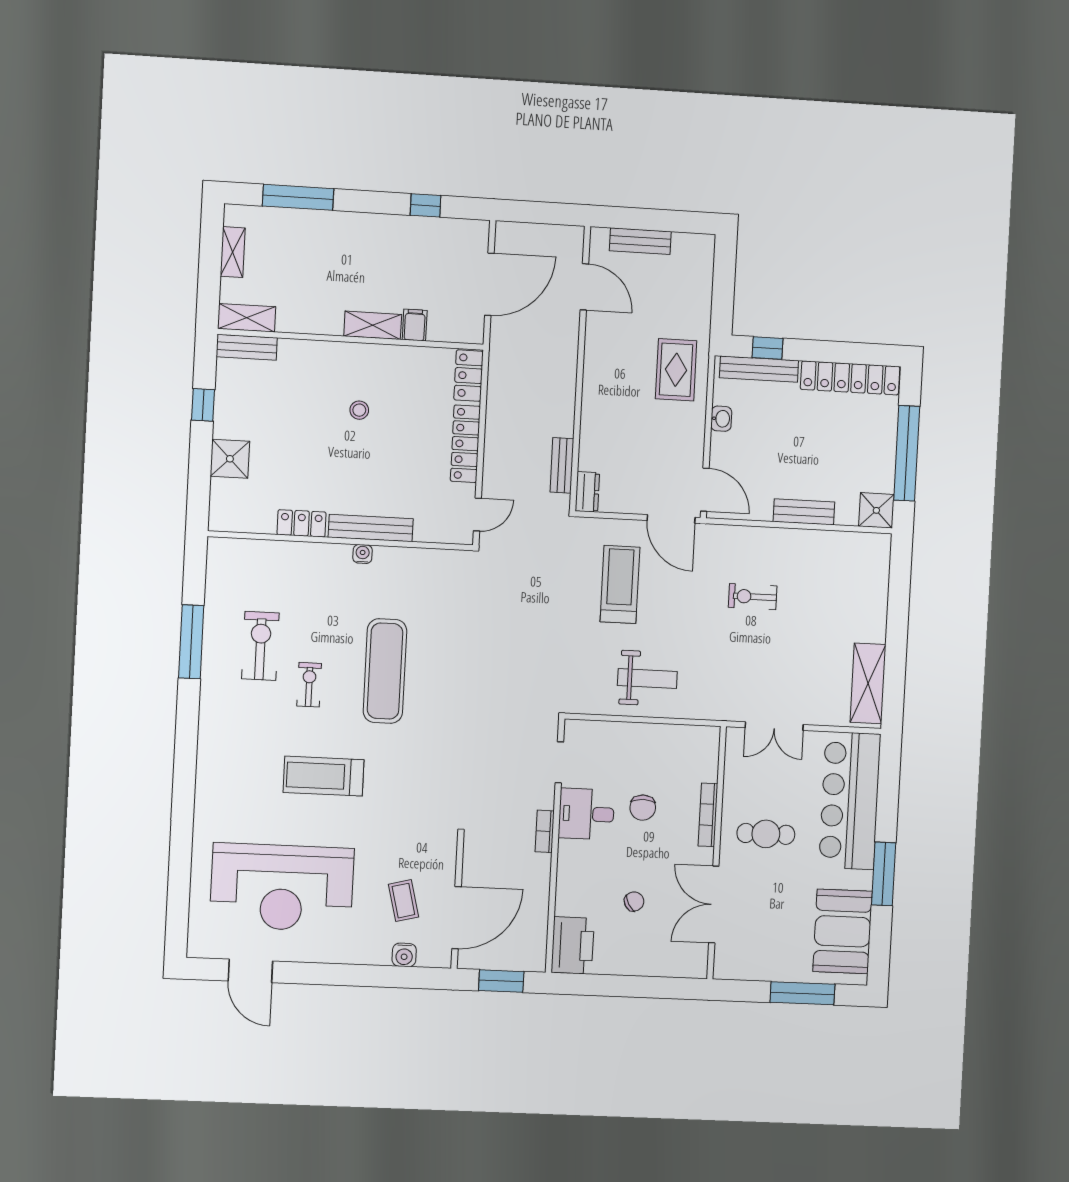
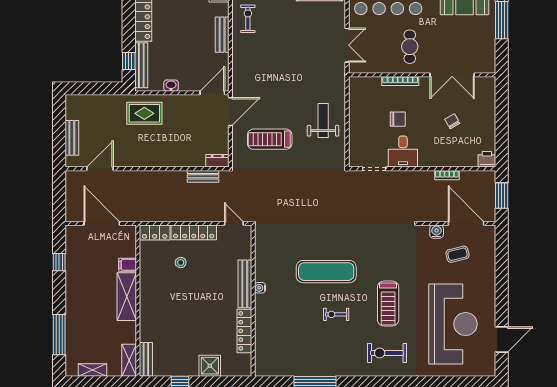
shelving: (373, 325) -> (127, 297), width x1.50, depth x1.33
stool: (359, 410) -> (181, 262), moved
locker: (302, 523) -> (244, 331), width x1.53
exercise bike: (753, 597) -> (248, 19), moved, turned 180
exercise bike: (260, 646) -> (387, 353), moved
bookcase: (545, 831) -> (447, 175), moved
printer: (573, 945) -> (487, 159), width x0.53, depth x0.68
water cooler: (404, 955) -> (437, 232), moved, turned -90

